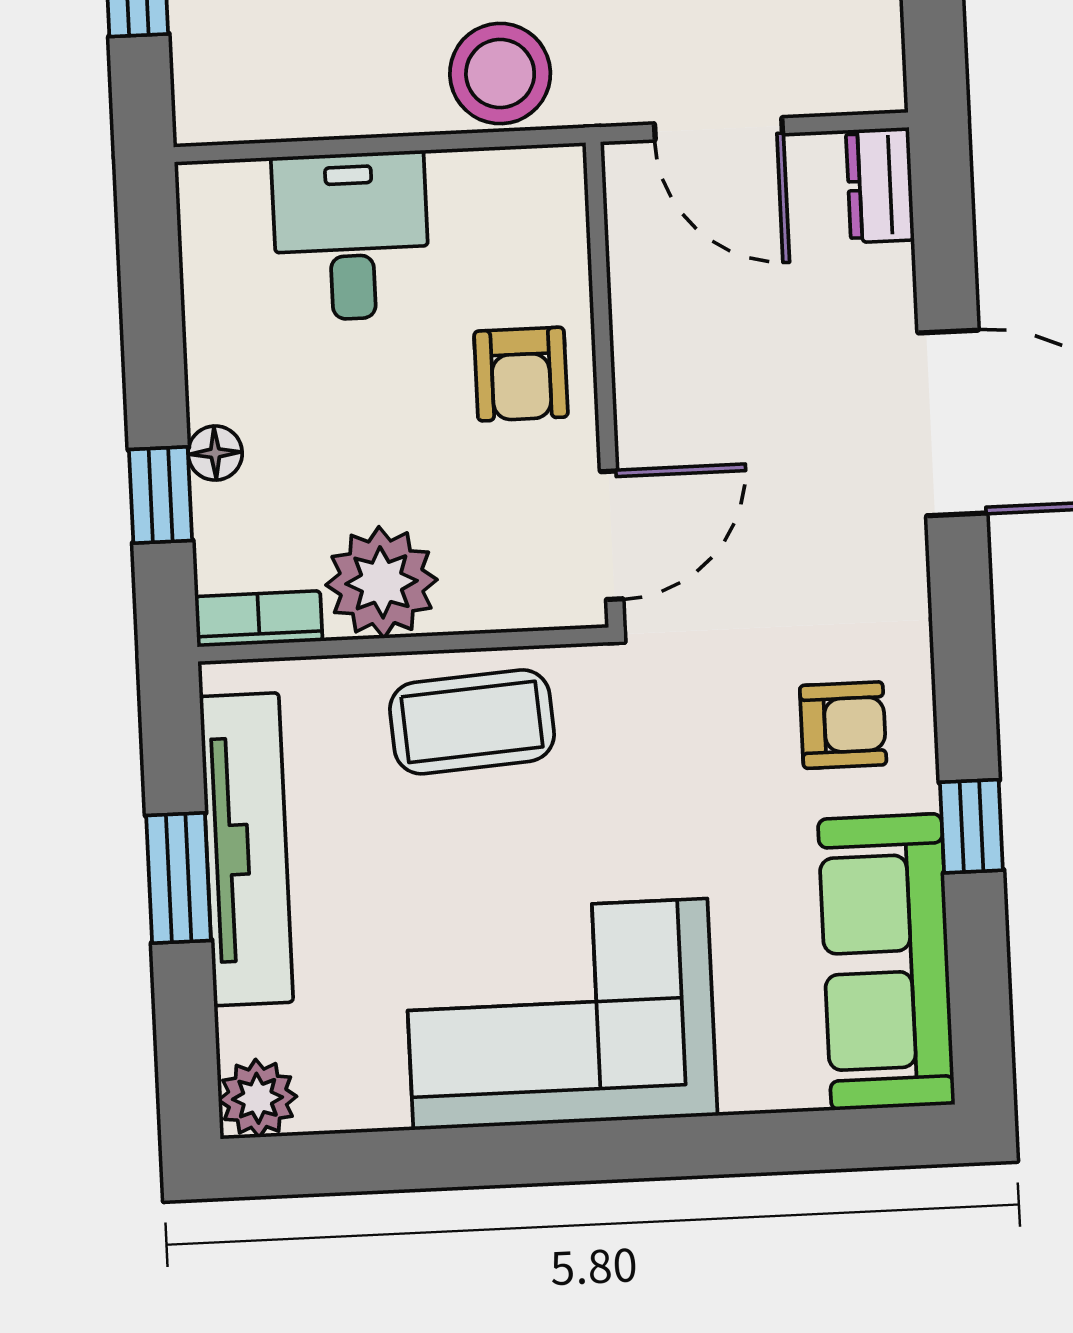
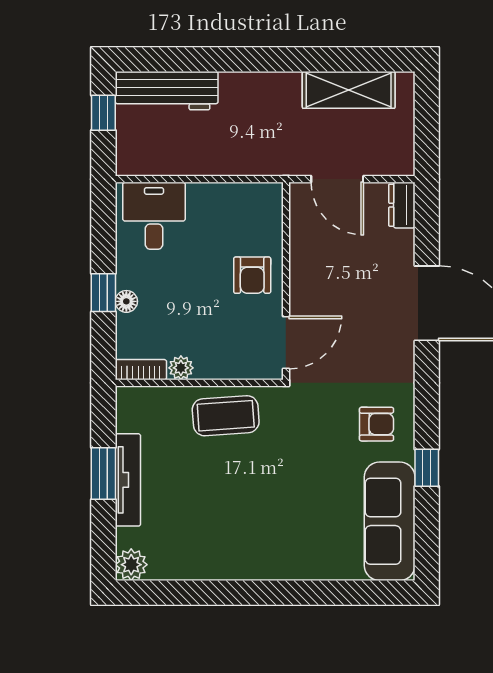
stool: (500, 74) -> (249, 153), removed
desk: (351, 236) -> (154, 216), moved
window: (161, 495) -> (103, 293), moved
plant: (382, 582) -> (181, 368), width x0.53, depth x0.53
tv unit: (246, 849) -> (128, 480), width x0.73, depth x0.78
corner sofa: (560, 1014) -> (256, 536), removed

